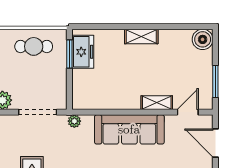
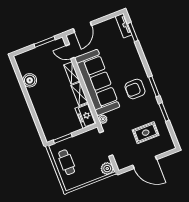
shelving: (141, 37) -> (79, 94), moved
boiler: (203, 39) -> (30, 80), moved
freezer: (83, 52) -> (86, 116), moved, turned -90
sofa: (129, 129) -> (97, 82), width x1.36, depth x1.27

